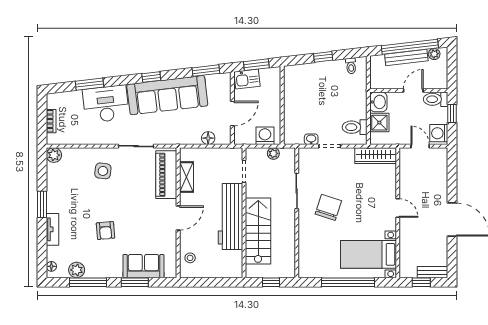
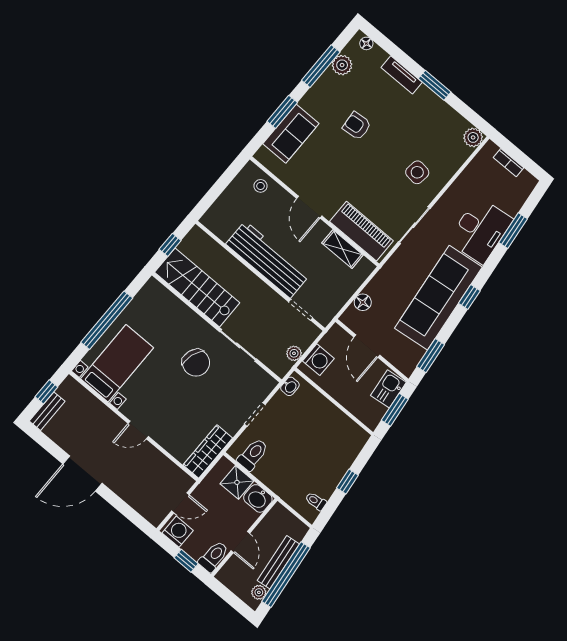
washbasin: (311, 139) -> (290, 386), moved
stairs: (258, 231) -> (197, 287), moved, turned 180

